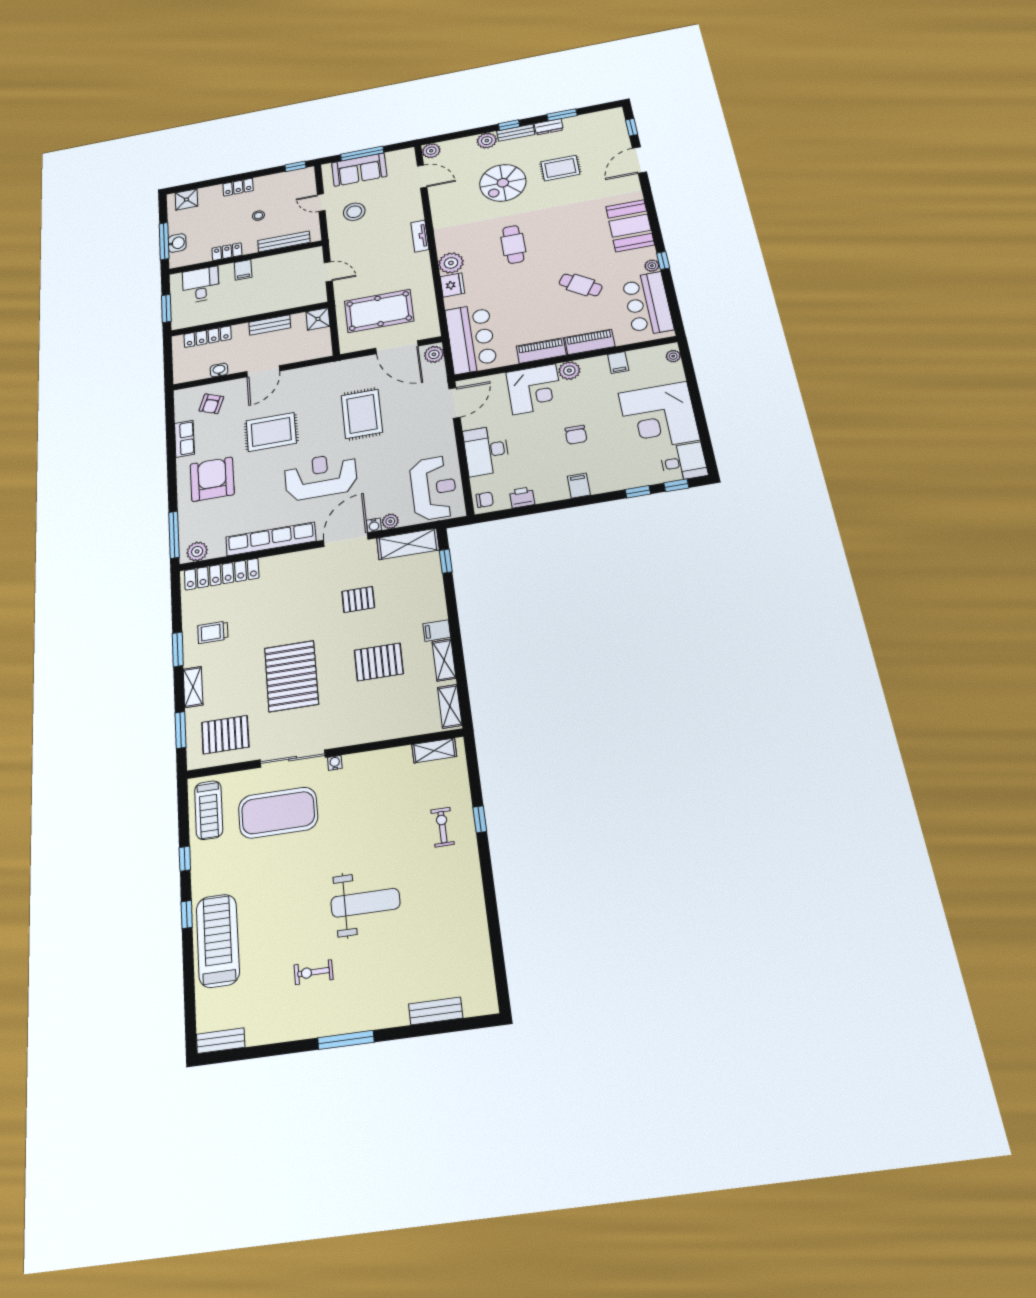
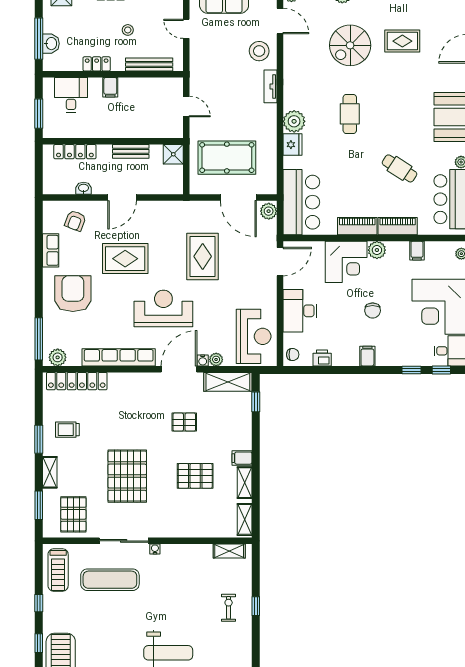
stool: (354, 212) -> (259, 51), moved
pallet: (225, 735) -> (73, 514), turned 90
exercise mat: (278, 813) -> (110, 580), width x0.68

